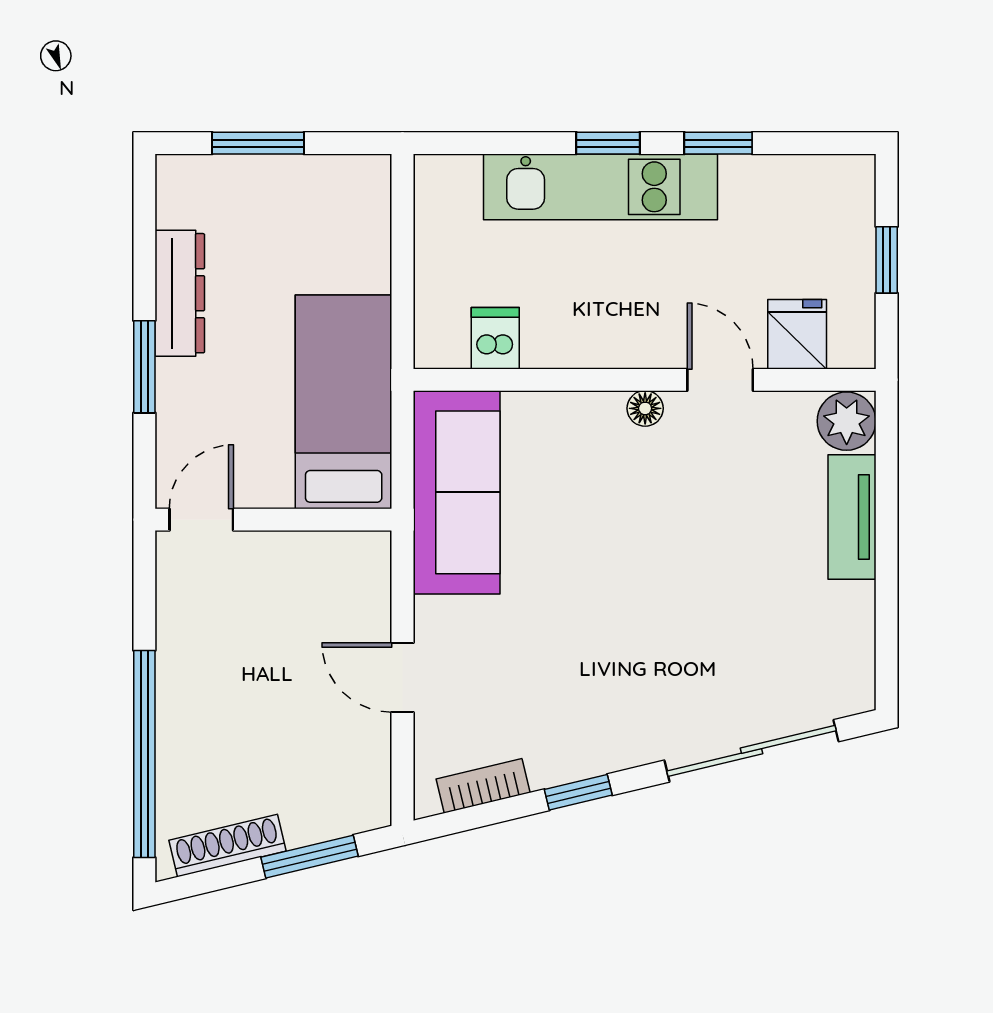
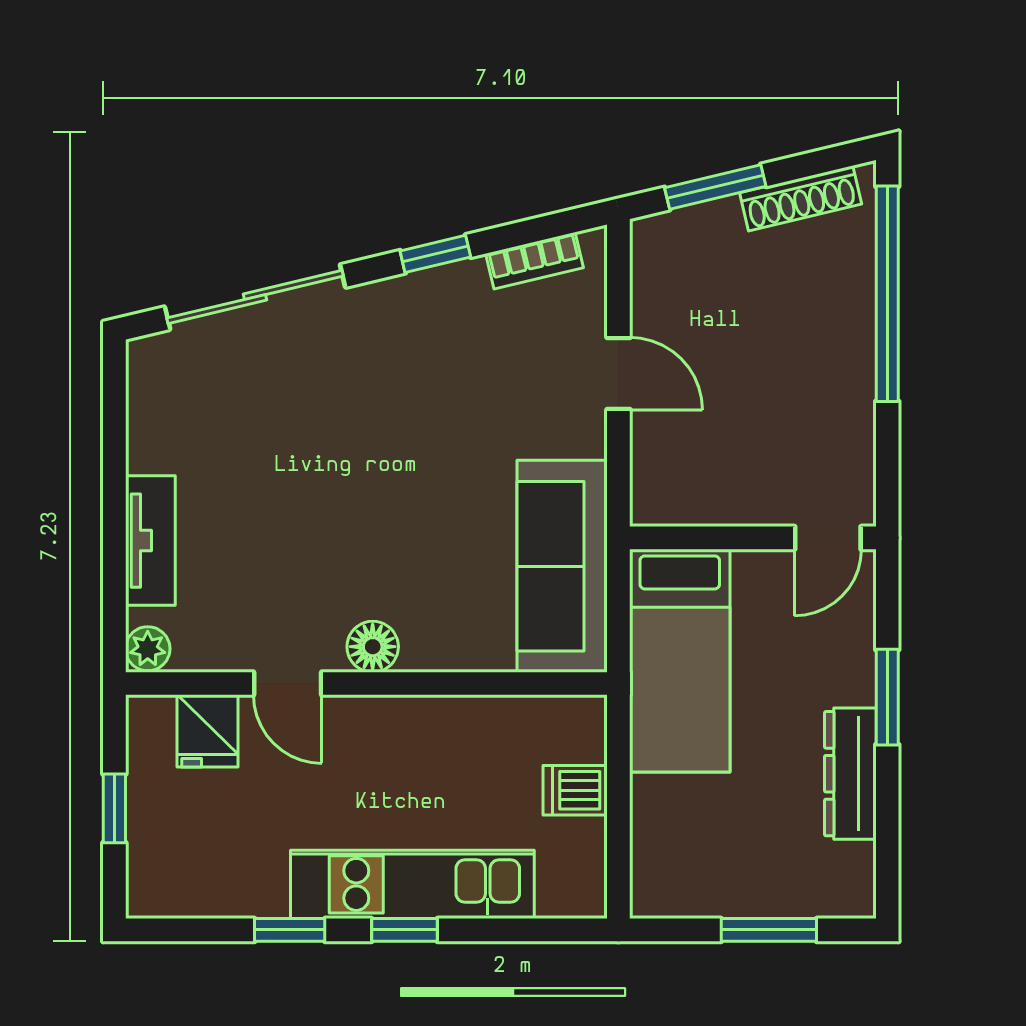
dishwasher: (495, 338) -> (575, 790), moved, turned 90
floor lamp: (645, 408) -> (373, 647), width x1.37, depth x1.37
plant: (847, 421) -> (148, 649), width x0.73, depth x0.73

